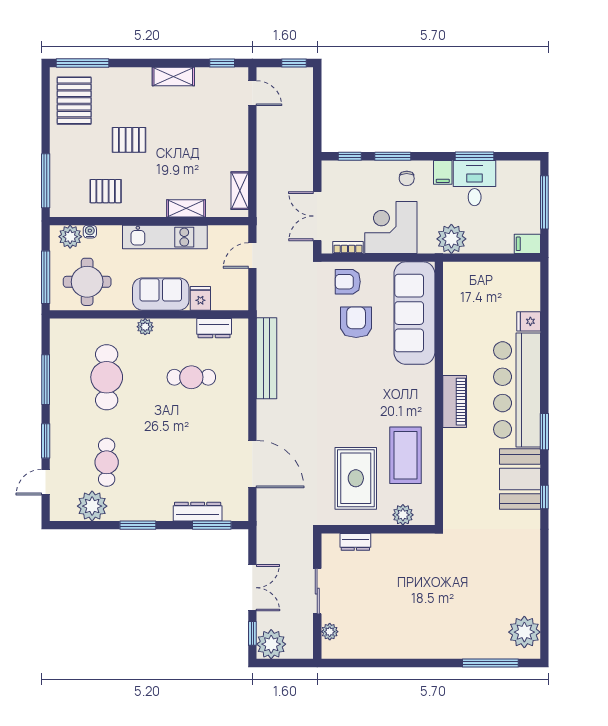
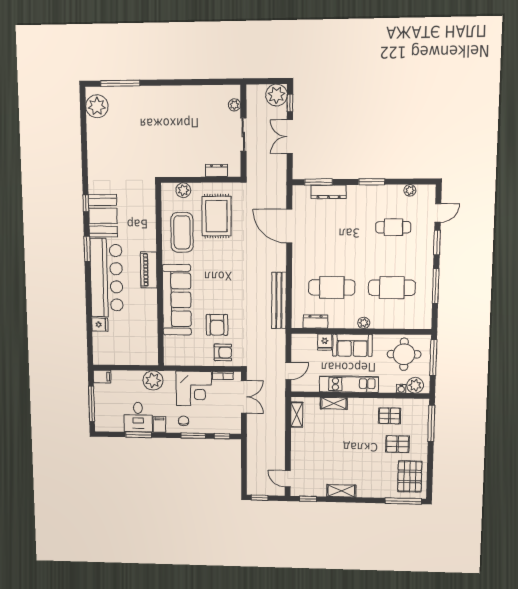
pallet: (129, 140) -> (397, 444), moved
sofa: (414, 313) -> (177, 300), moved
cafe table: (107, 377) -> (392, 288), turned 90
cafe table: (191, 377) -> (332, 287), width x1.37, depth x1.35
cafe table: (107, 462) -> (393, 227), turned 90
plant: (92, 506) -> (410, 190), width x0.53, depth x0.53

